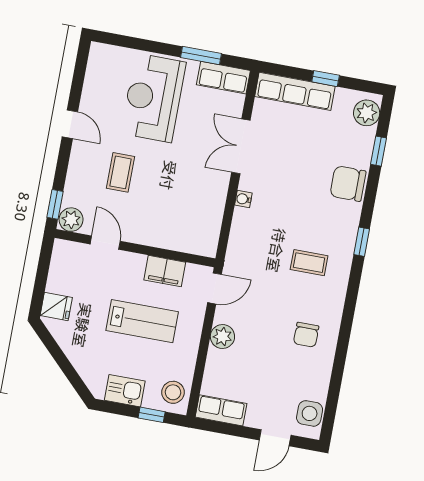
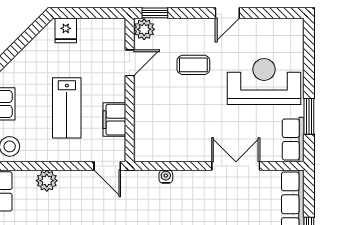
water cooler: (243, 199) -> (166, 177), moved
plant: (222, 337) -> (47, 181), moved

